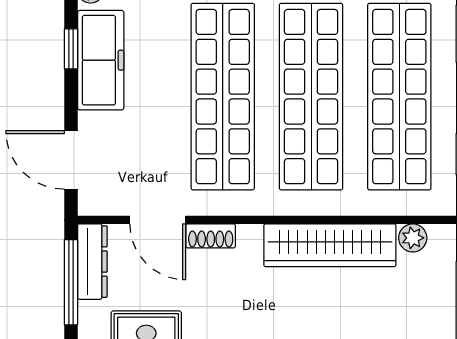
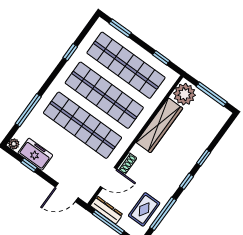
freezer: (101, 60) -> (35, 154), width x0.71
plant: (413, 238) -> (185, 94), width x1.88, depth x1.88

